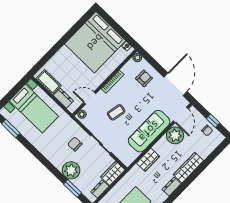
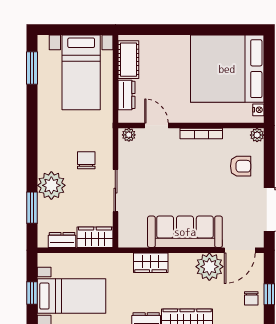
coffee table: (116, 112) -> (170, 172), removed

